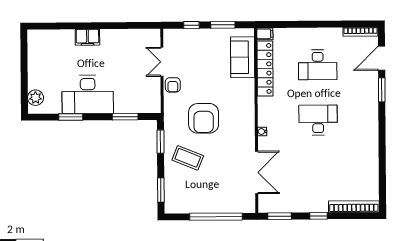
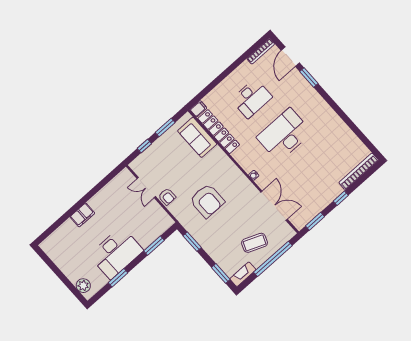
desk: (318, 120) -> (284, 135), width x1.36, depth x1.30
coffee table: (188, 158) -> (254, 243), moved
fireplace: (179, 207) -> (243, 274), added

